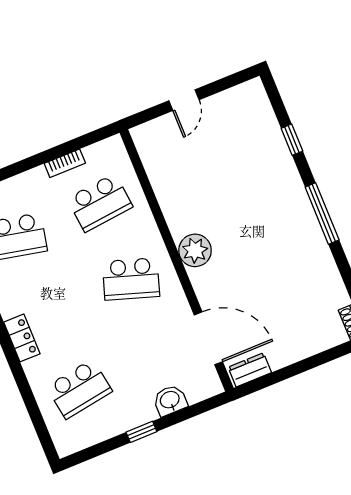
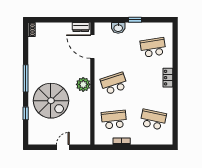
spiral stairs: (249, 188) -> (51, 101), added
school desk: (131, 279) -> (114, 83), turned -36

